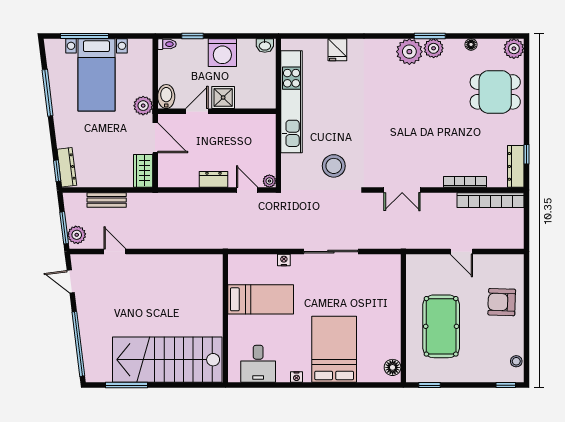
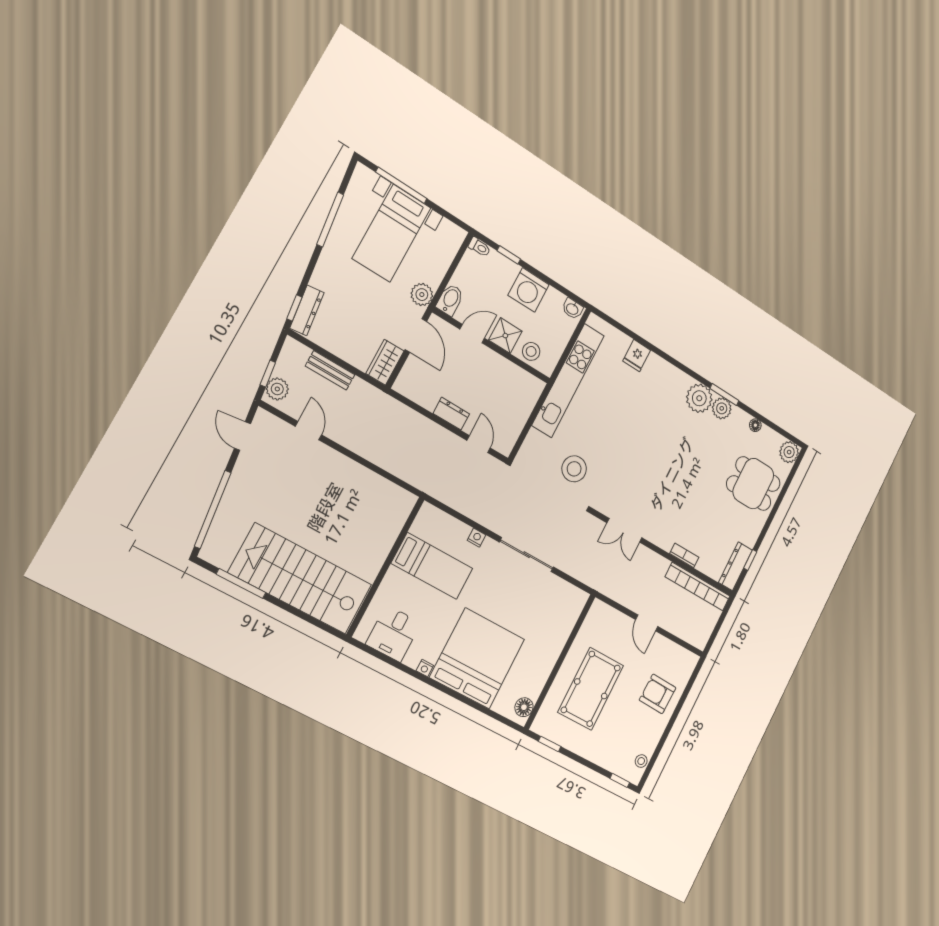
stool: (250, 97) -> (531, 351), added
plant: (269, 181) -> (505, 448), removed
bookcase: (465, 182) -> (684, 555), width x0.64
window: (64, 228) -> (268, 374), width x0.67
bed: (334, 349) -> (477, 658), width x1.36

